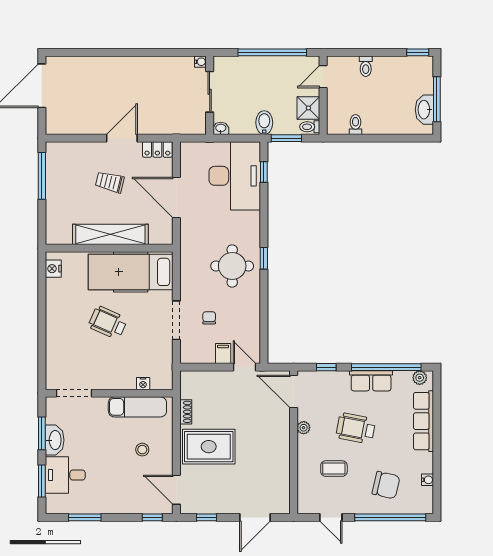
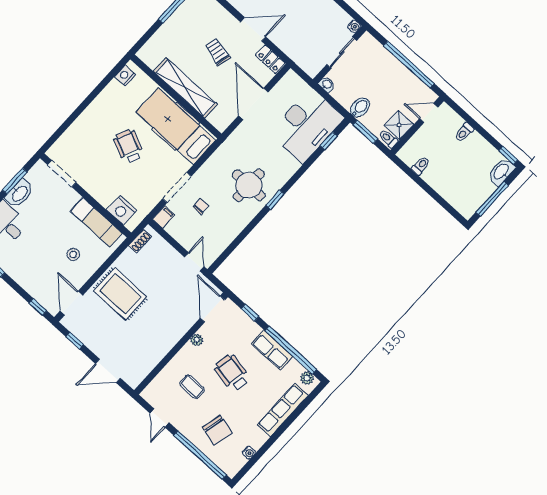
washbasin: (424, 110) -> (501, 172), moved
filing cabinet: (223, 354) -> (164, 217), moved
nightstand: (143, 384) -> (122, 210), width x1.89, depth x1.79
shoe rack: (186, 412) -> (140, 241), moved

